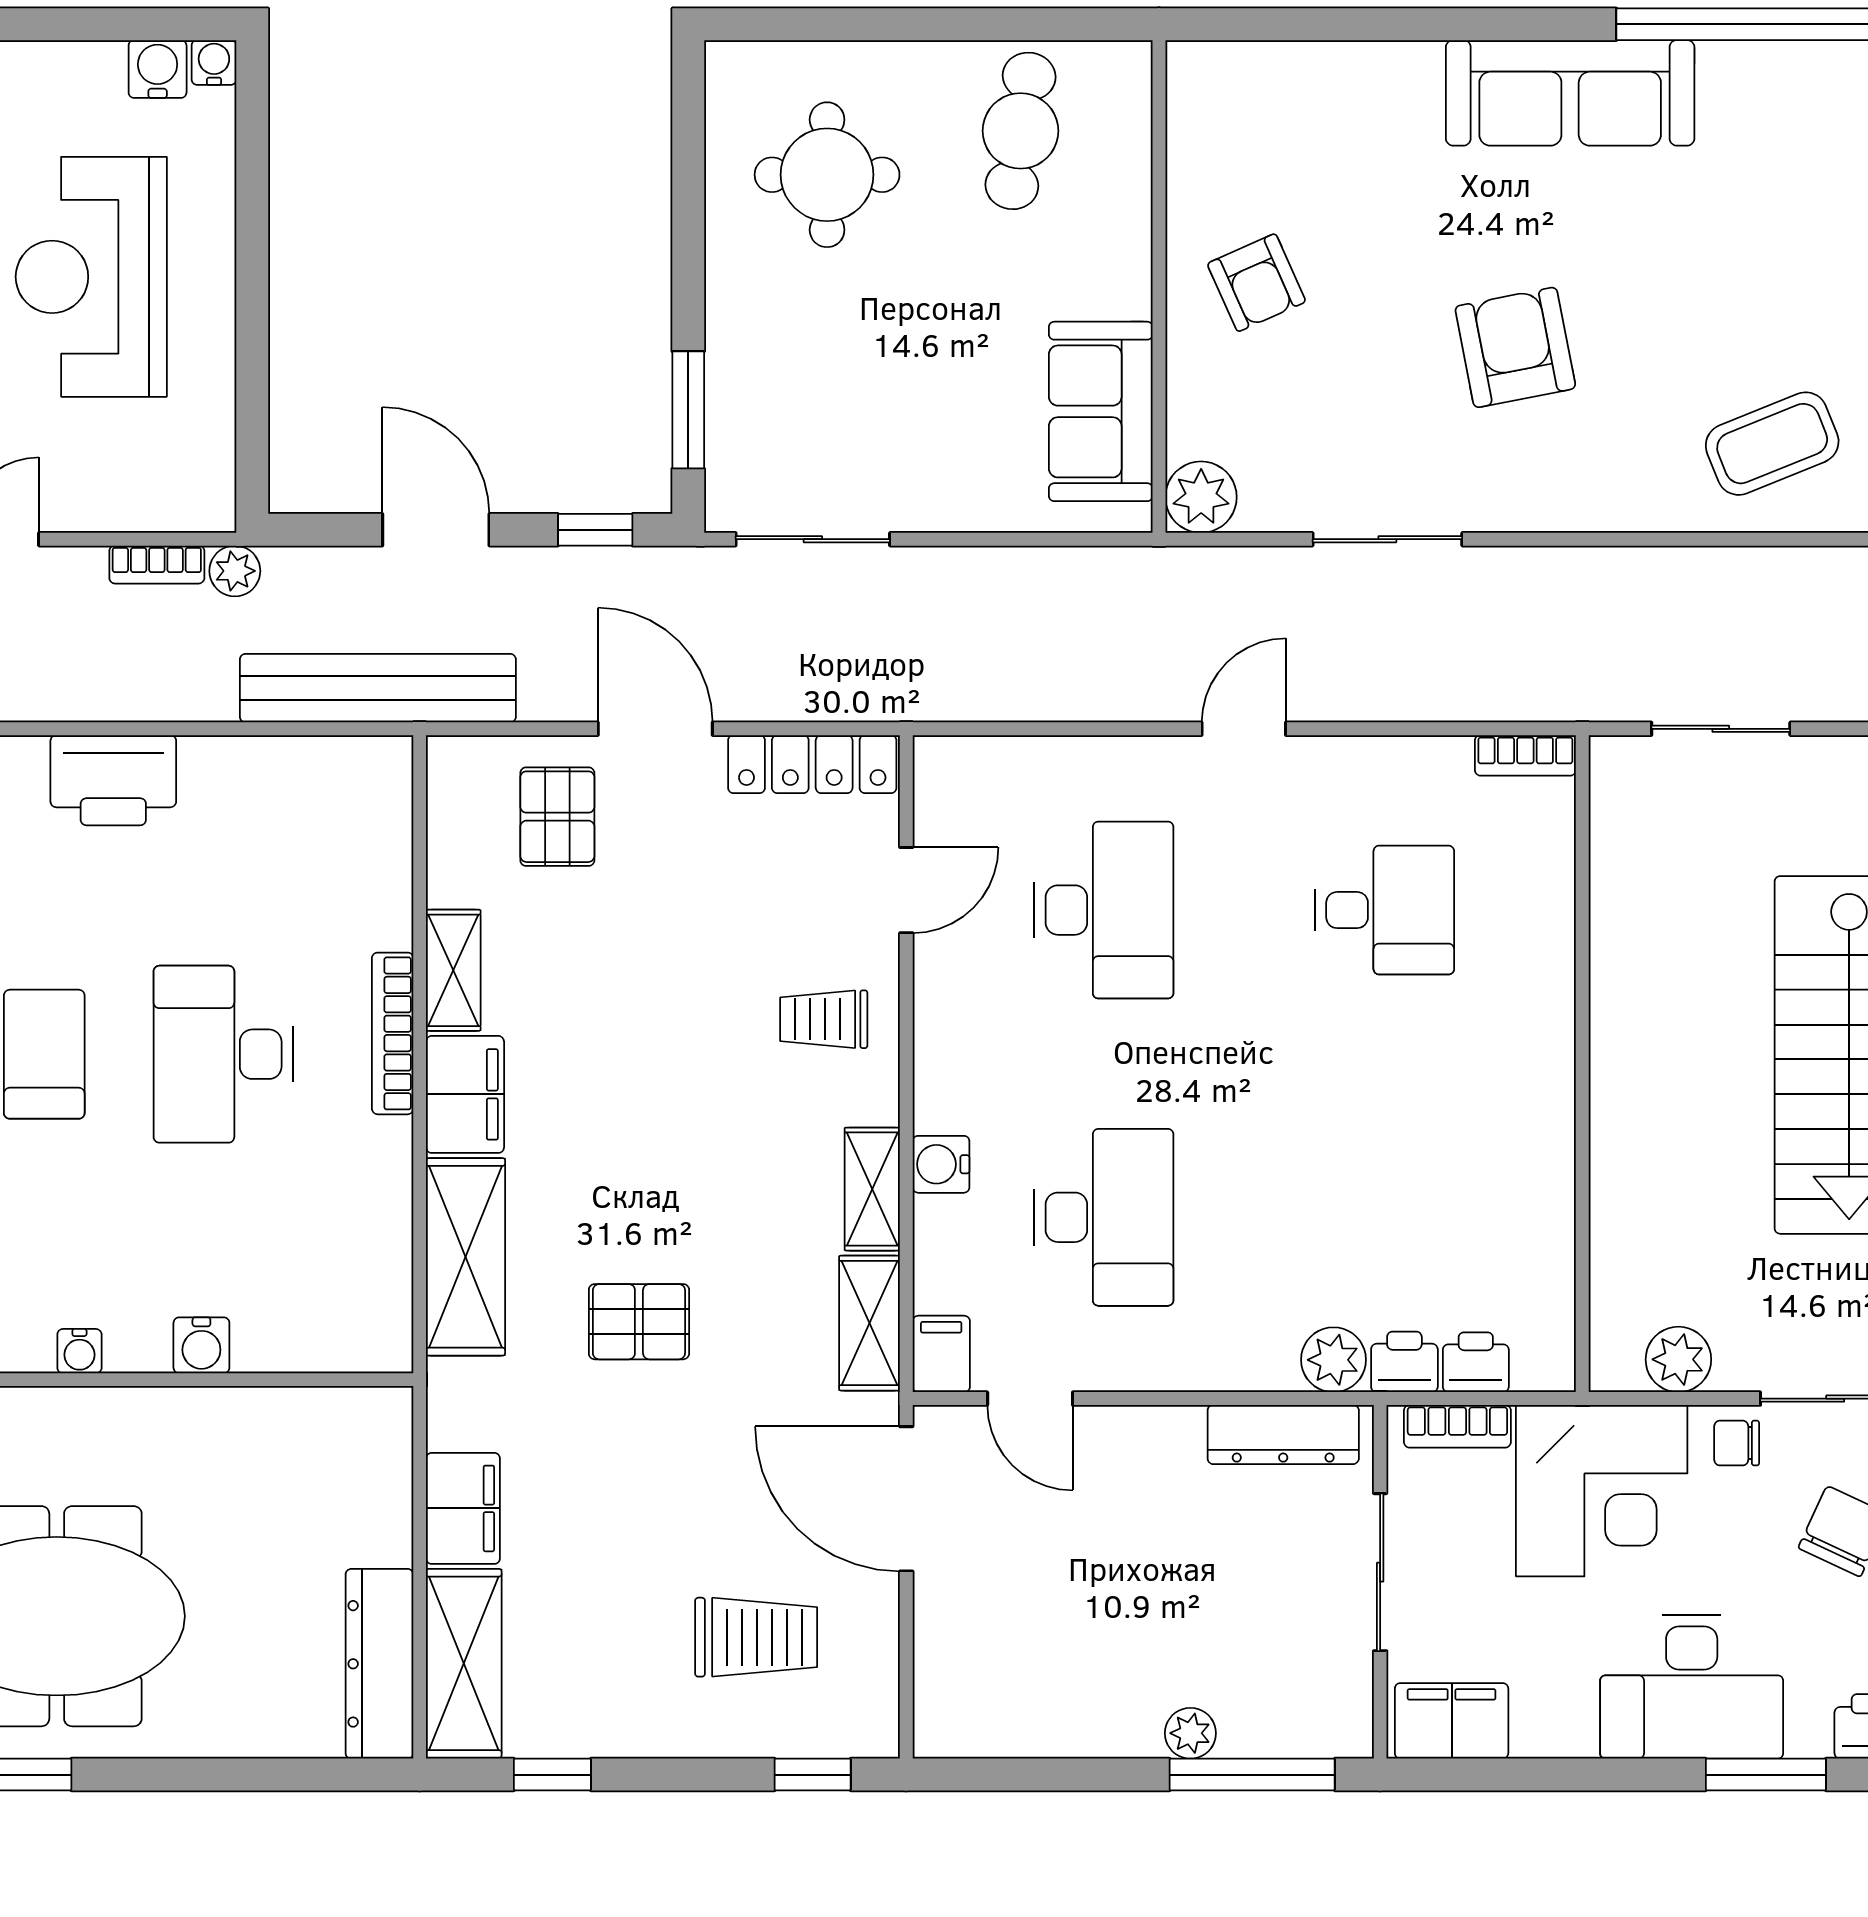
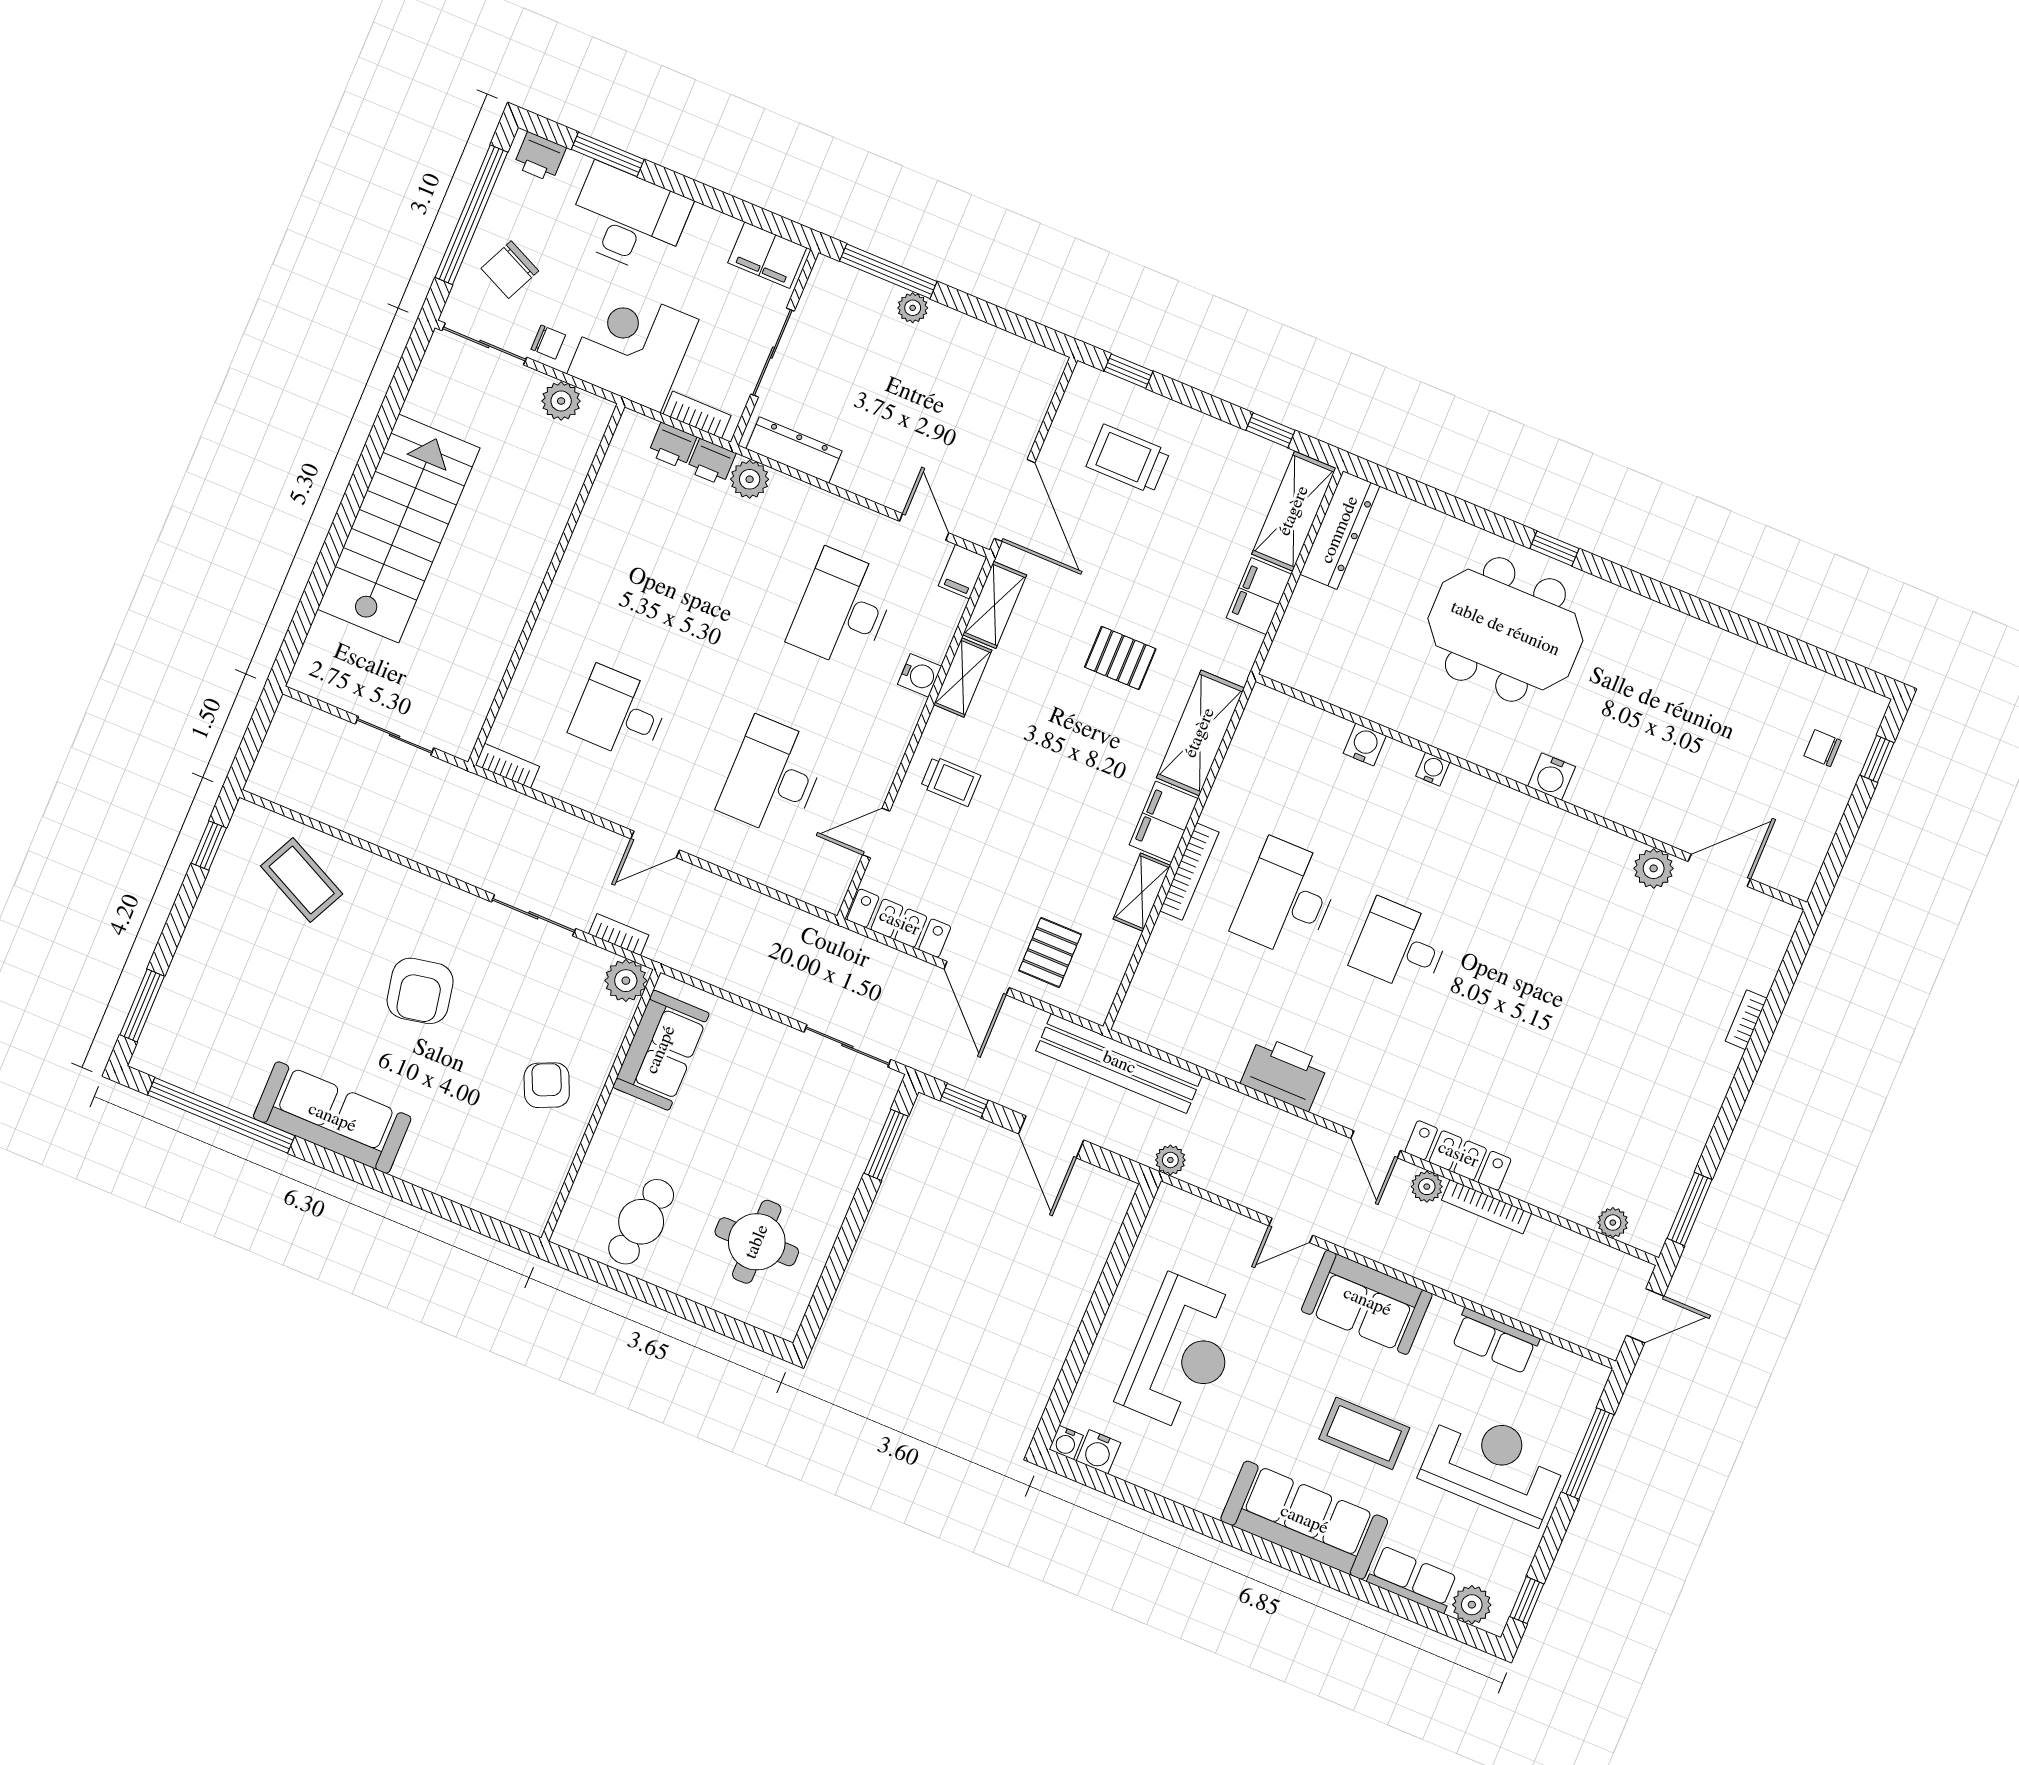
coffee table: (1772, 444) -> (302, 880), turned 48
bookcase: (157, 565) -> (619, 934), moved
desk: (223, 1054) -> (1287, 899), turned 180

